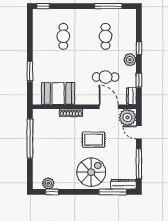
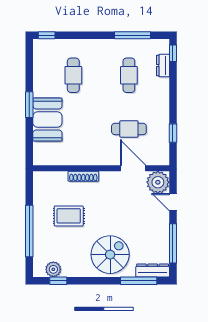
window: (139, 48) -> (173, 53), moved
plant: (130, 60) -> (161, 106), removed
window: (30, 71) -> (29, 105), moved
booth: (58, 93) -> (47, 119), moved, turned 90
dresser: (131, 96) -> (163, 65), moved
window: (30, 139) -> (29, 231), moved
rug: (94, 140) -> (69, 216), moved

